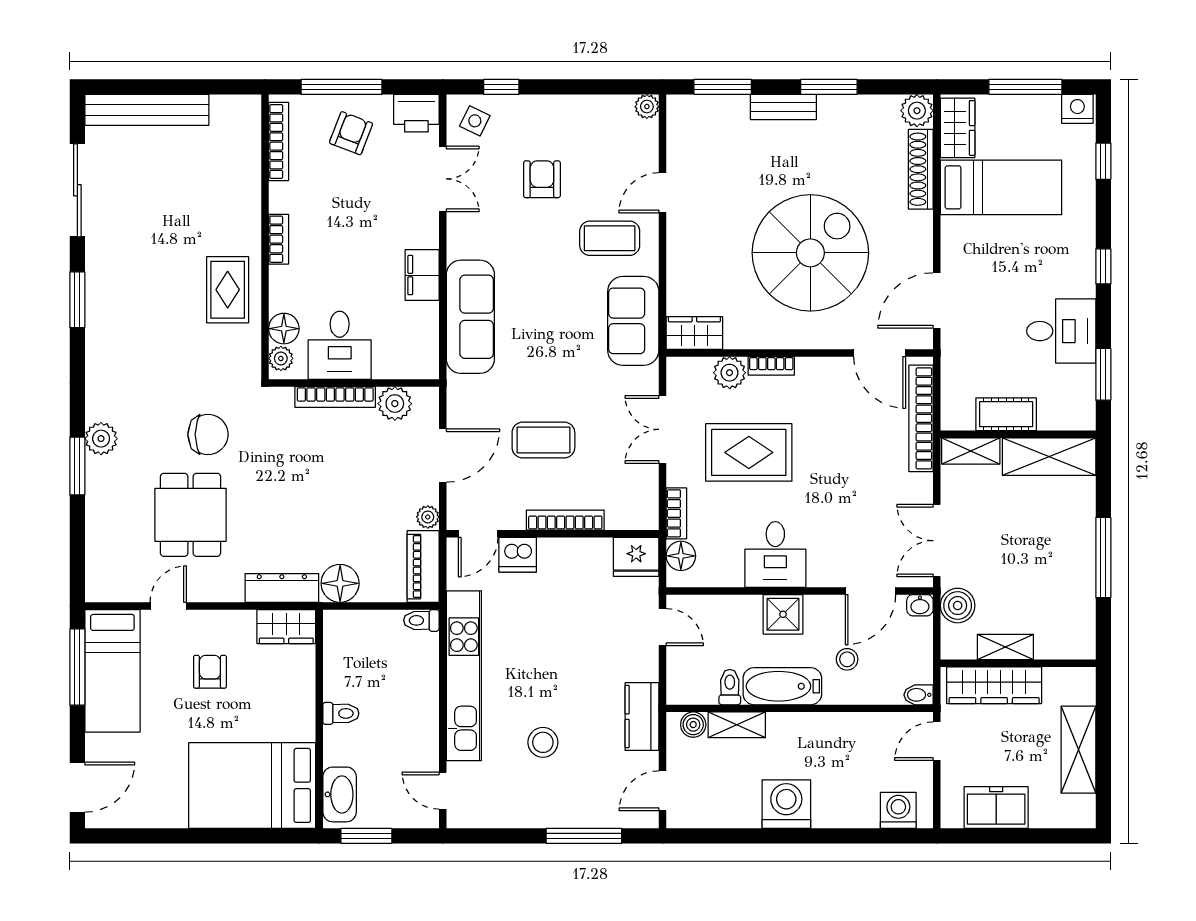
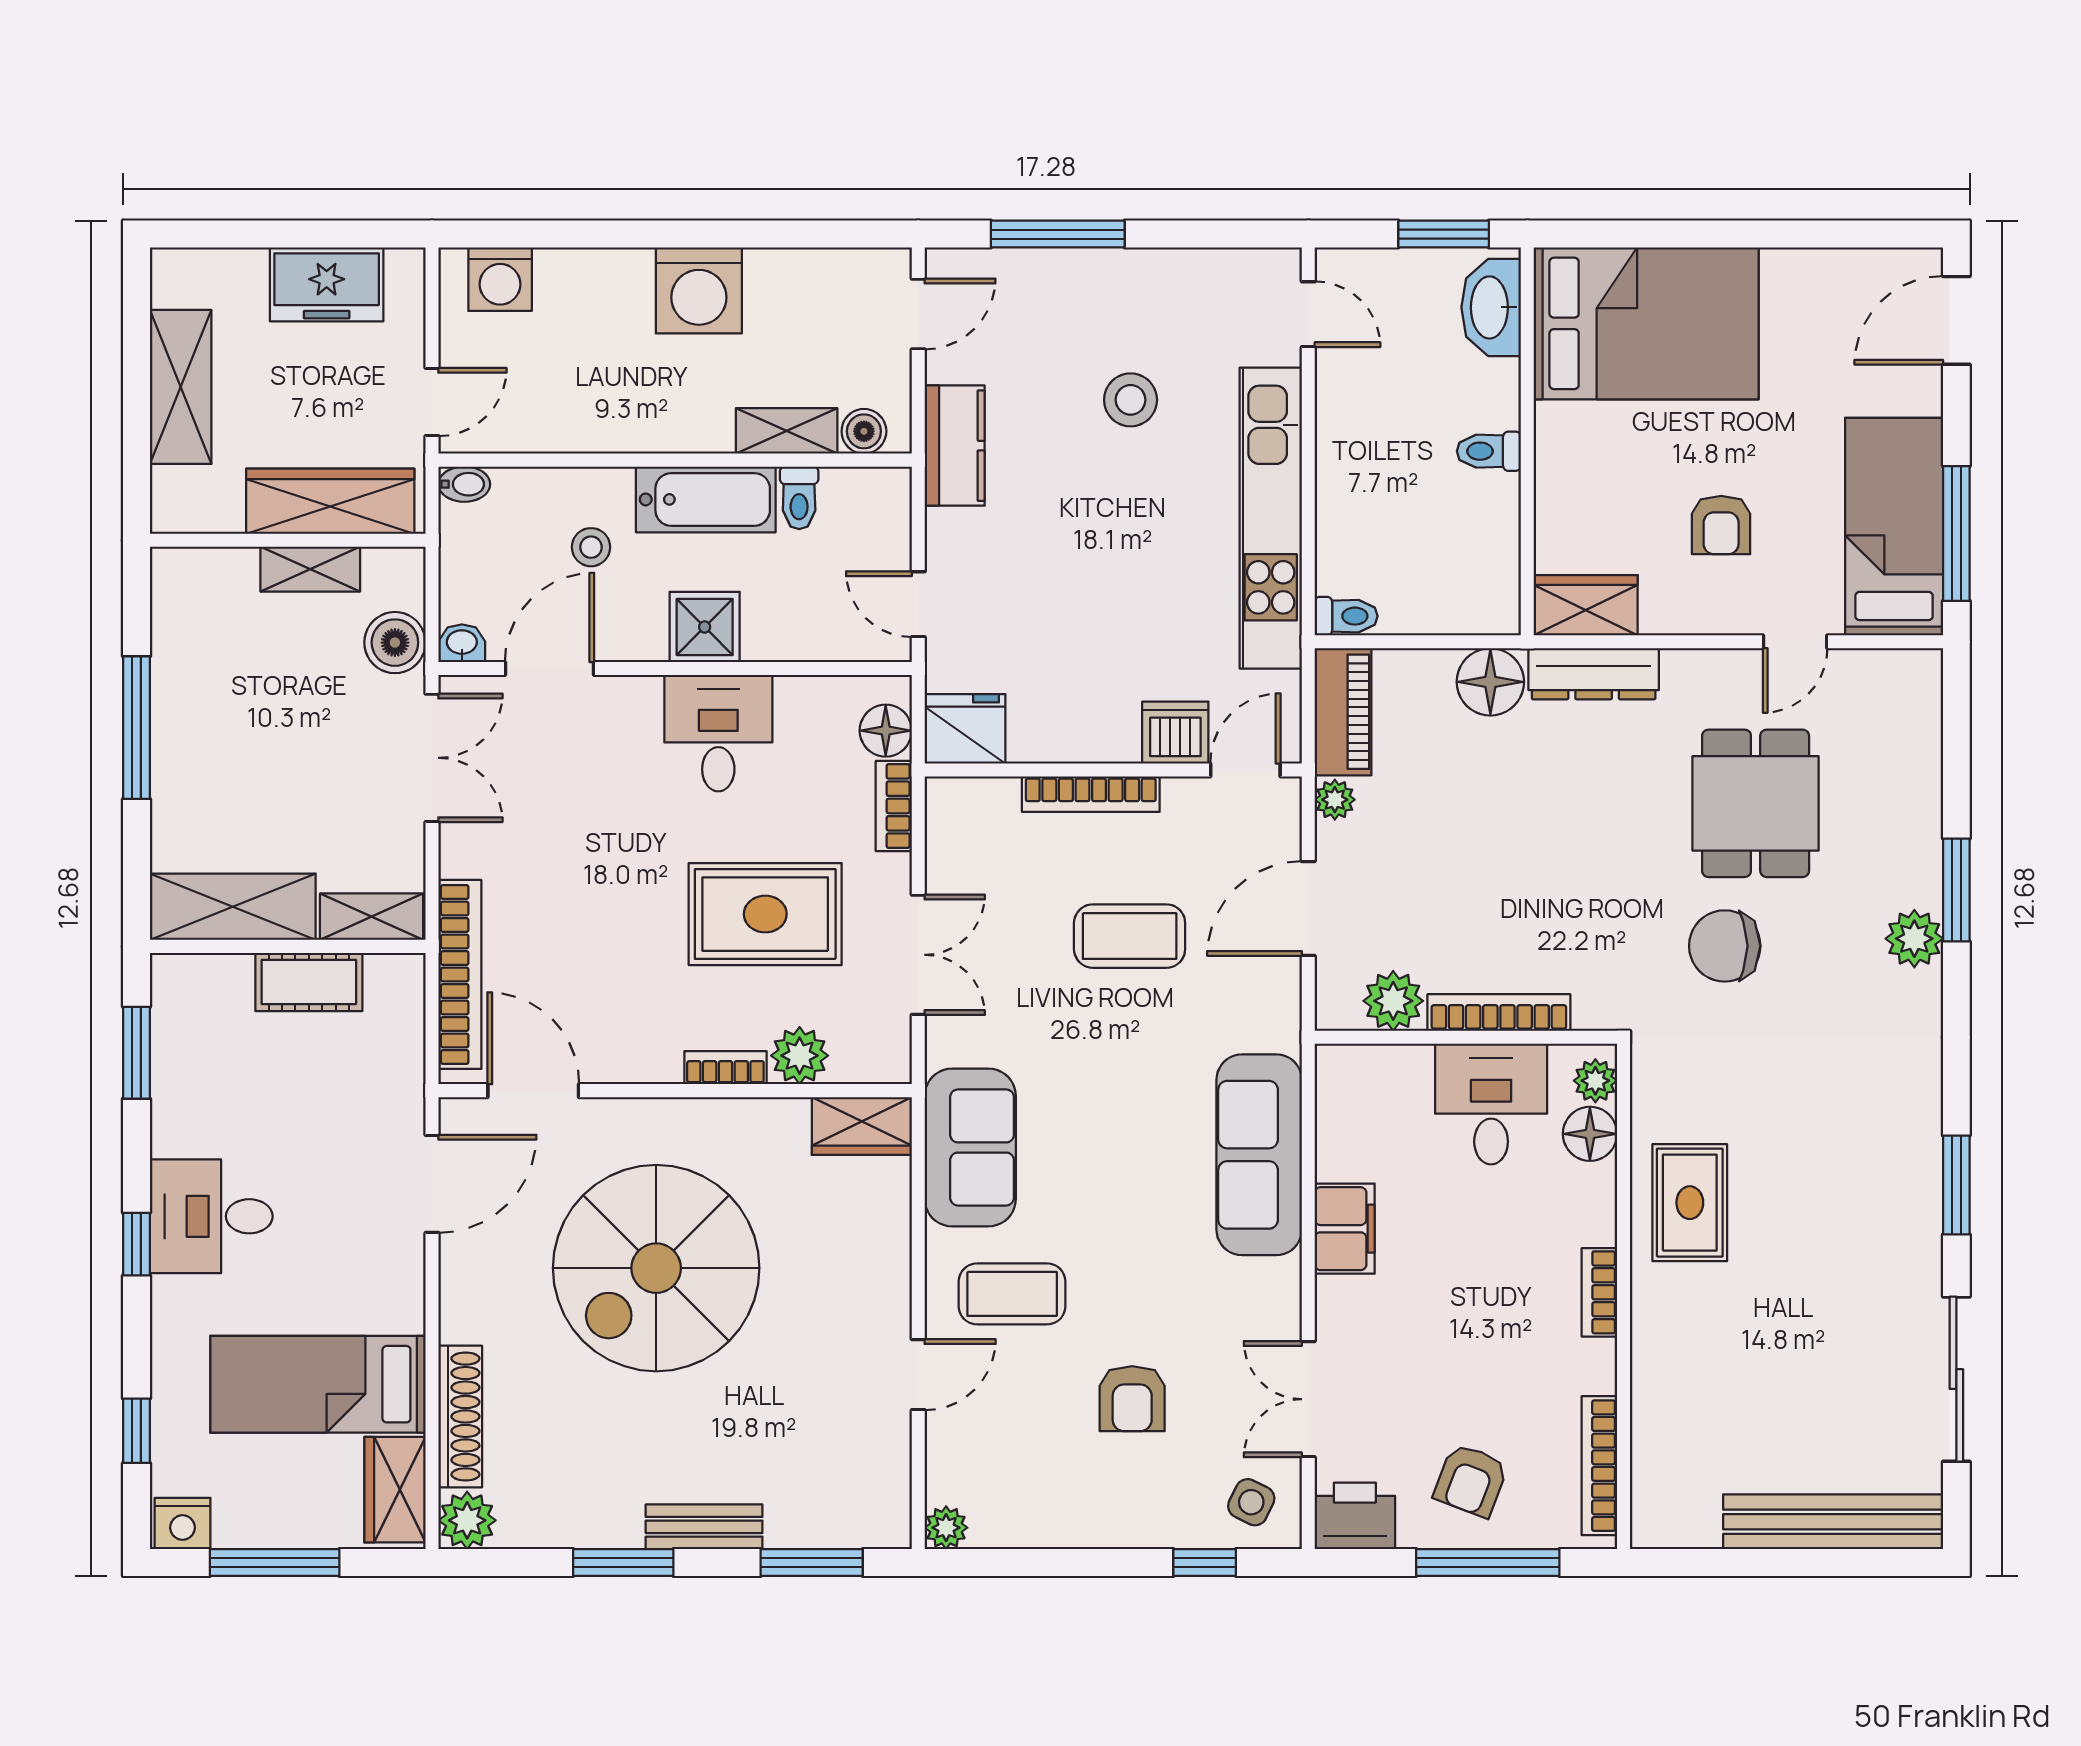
desk: (1061, 331) -> (211, 1216), moved

